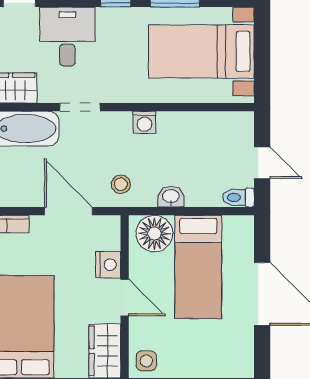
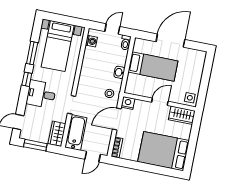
desk: (67, 37) -> (41, 94), moved
washing machine: (144, 122) -> (91, 41), moved
floor lamp: (154, 234) -> (134, 83), removed
nightstand: (108, 265) -> (128, 103), moved

